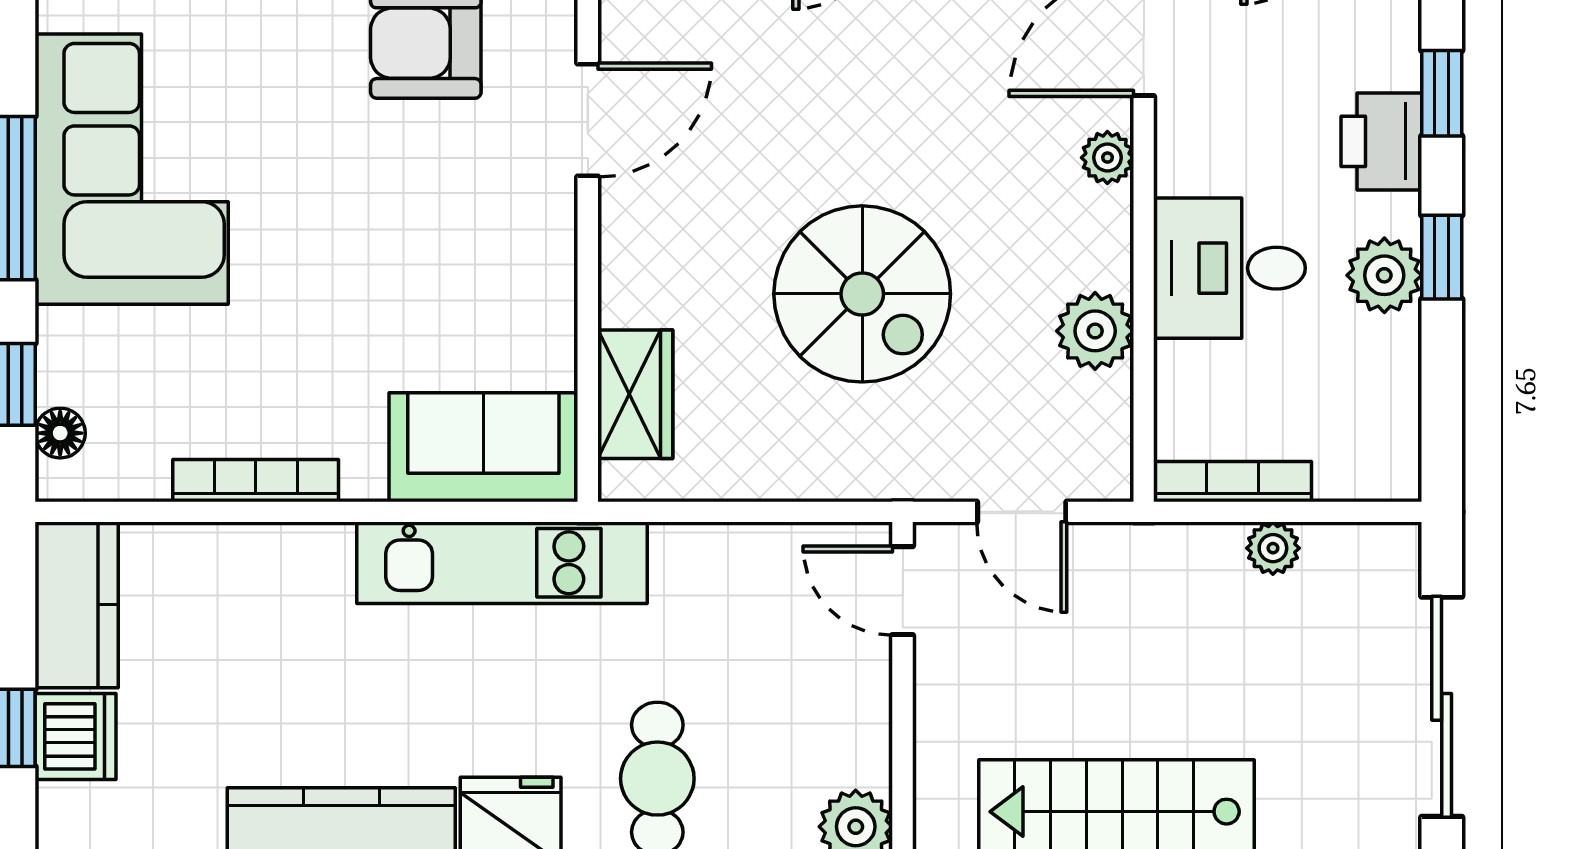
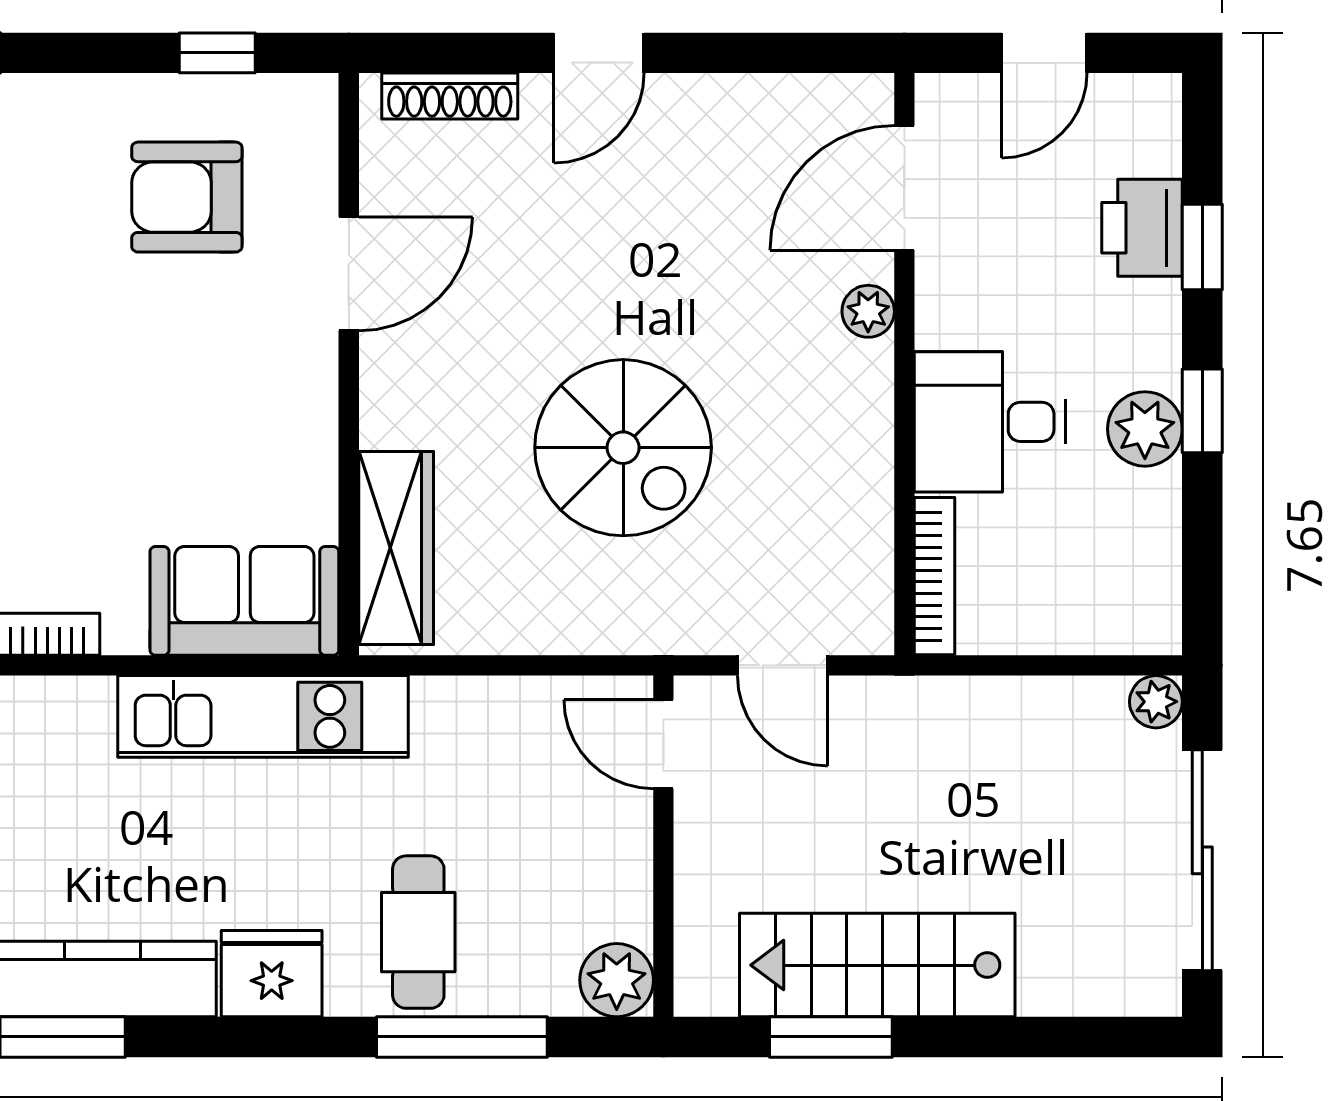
printer: (1381, 141) -> (1142, 228), moved
plant: (1095, 331) -> (856, 485), removed
wardrobe: (635, 394) -> (396, 548), width x1.50
bookcase: (1232, 482) -> (935, 576), moved, turned 90
plant: (1273, 548) -> (1156, 702), moved

